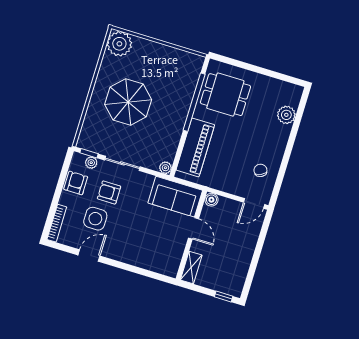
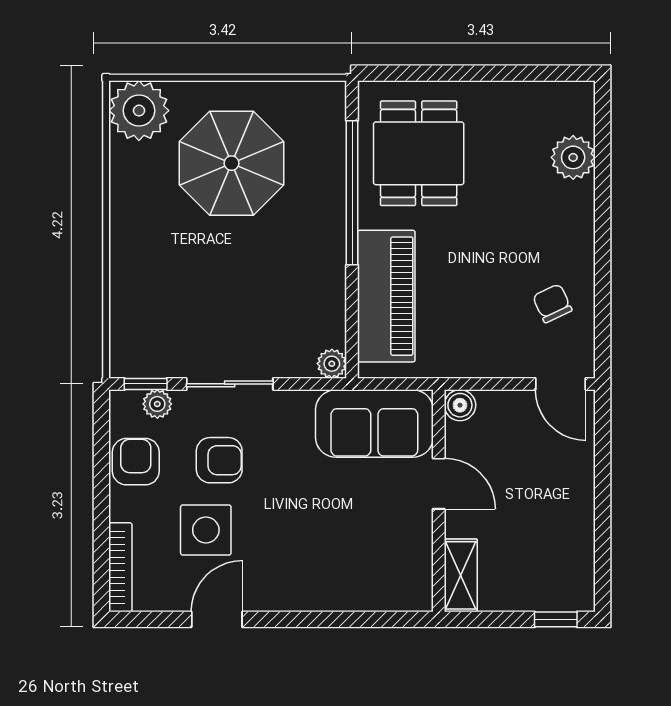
dining table: (225, 95) -> (419, 153), turned 90
parasol: (128, 102) -> (232, 163), moved
armchair: (109, 192) -> (219, 460), turned 180
door: (254, 203) -> (561, 384), hinge flipped

